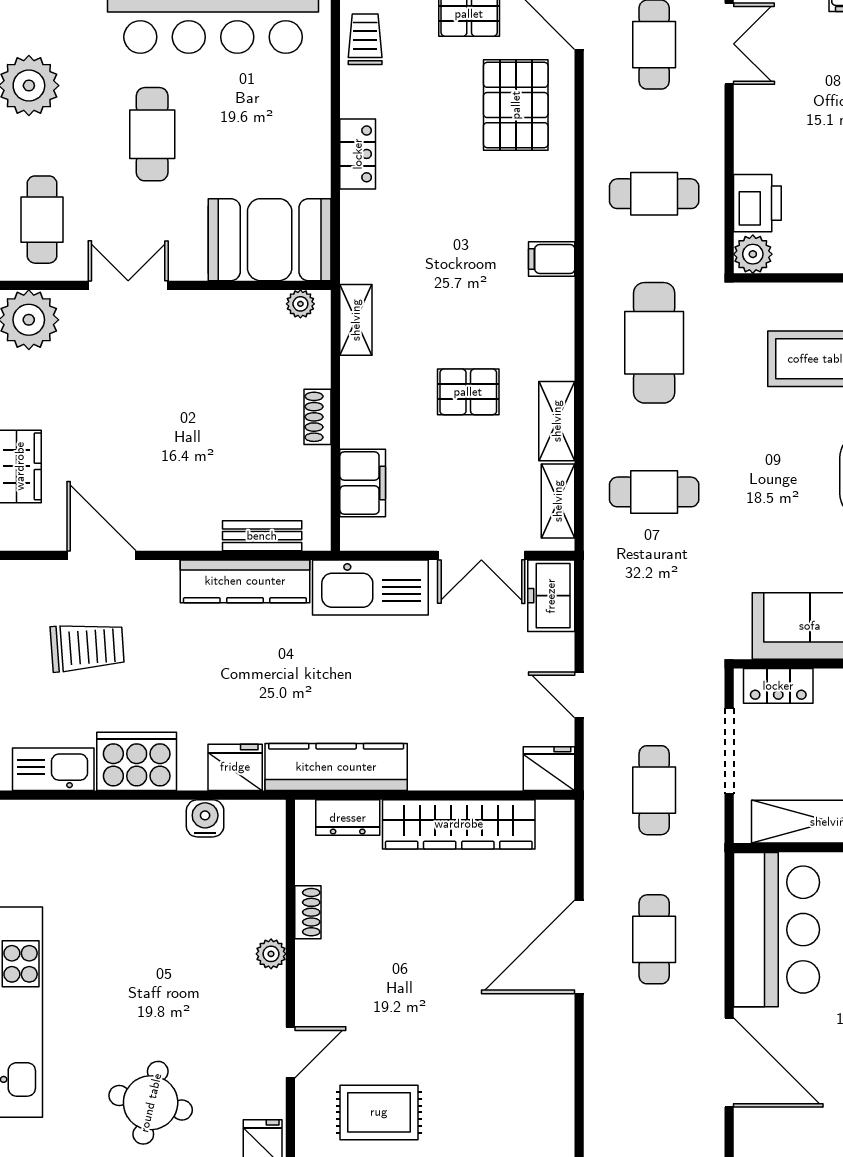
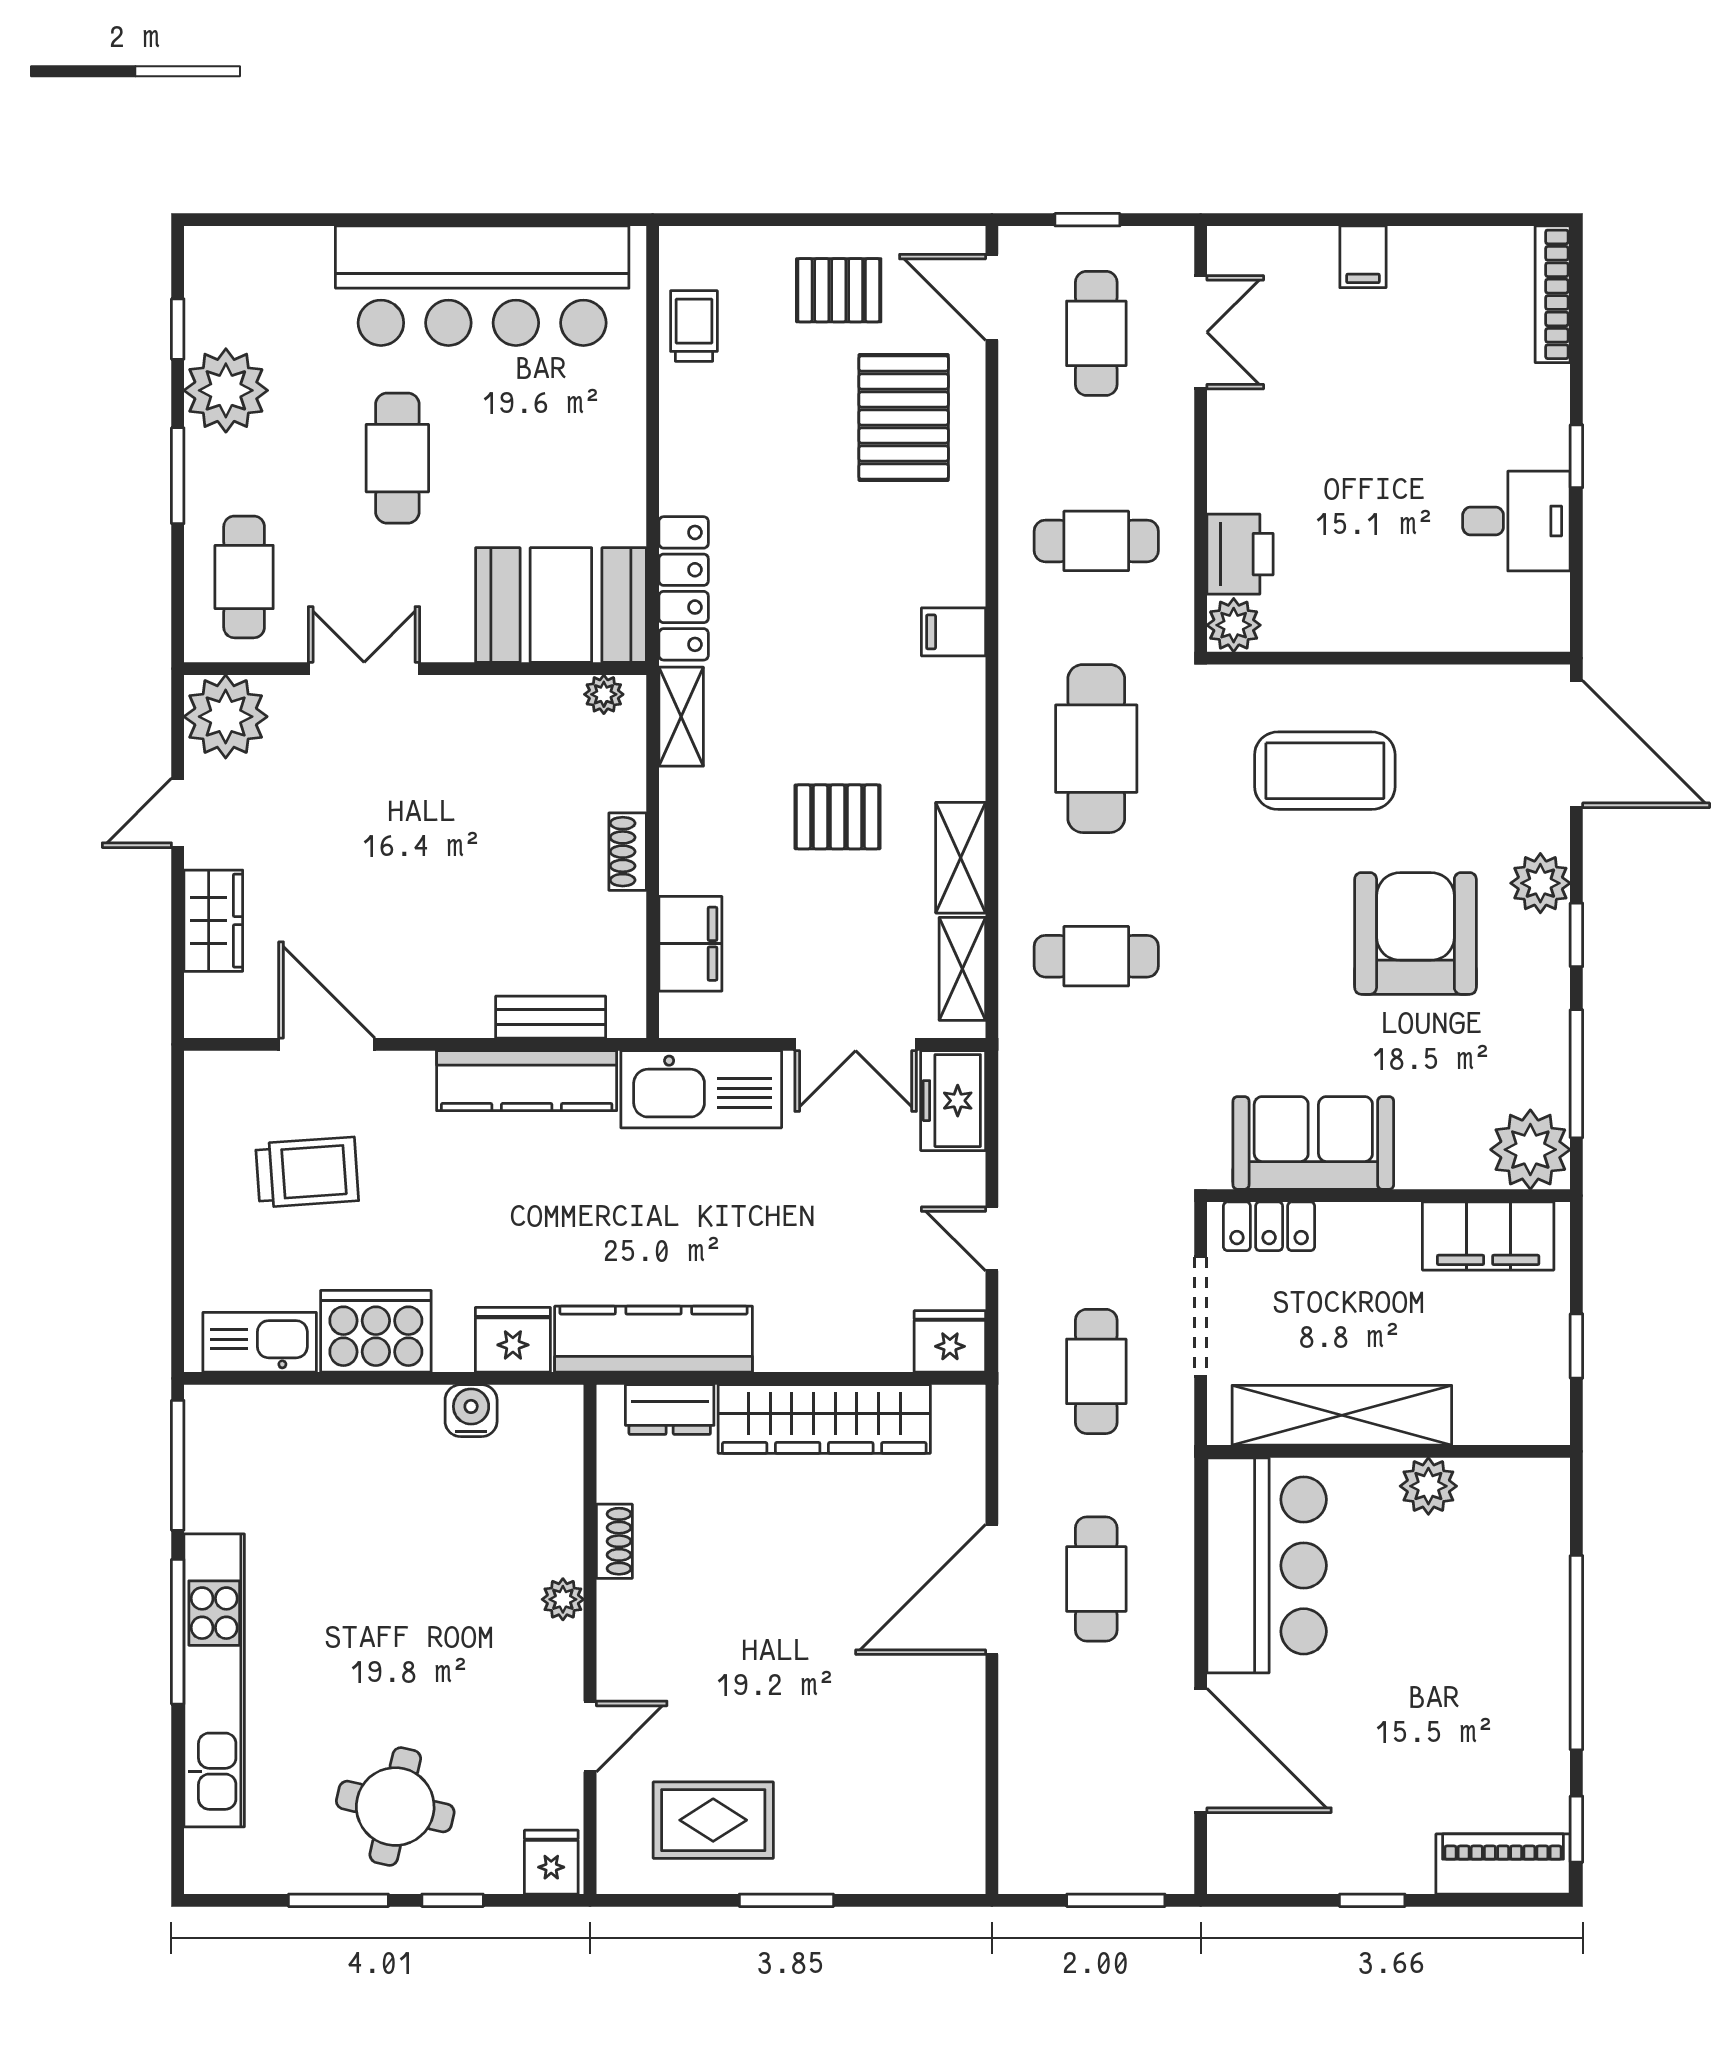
locker: (358, 154) -> (684, 588), moved, width x1.53

